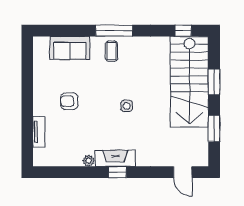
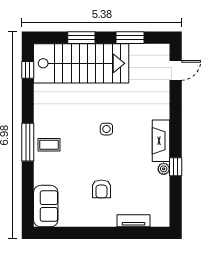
sofa: (70, 48) -> (46, 206), moved
window: (117, 172) -> (176, 167), moved

